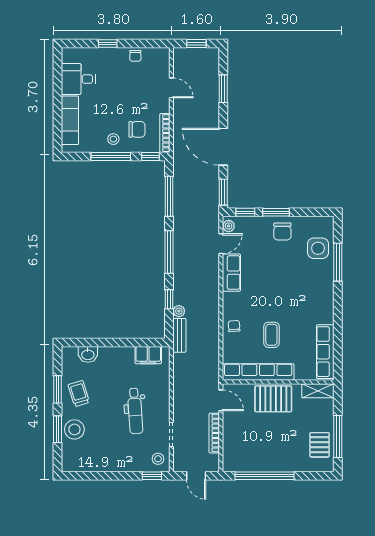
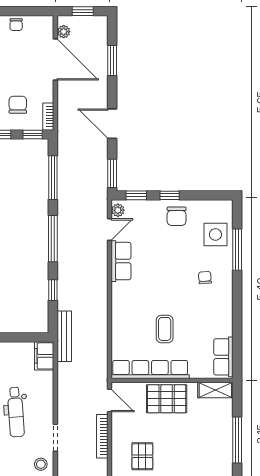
door: (171, 88) -> (55, 60), width x1.87
chair: (137, 129) -> (18, 105), turned -90
bookcase: (165, 133) -> (48, 117), width x0.64
door: (223, 147) -> (112, 124), width x0.73
window: (276, 212) -> (170, 195), width x0.67
plant: (179, 311) -> (64, 32), moved
chair: (234, 326) -> (205, 278), moved
bench: (179, 335) -> (64, 336), width x1.36
row of seats: (325, 352) -> (223, 357), width x0.68
filing cabinet: (148, 355) -> (44, 356), moved, turned 90
pallet: (320, 445) -> (142, 456), moved

